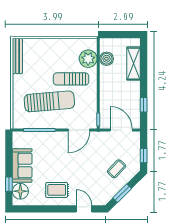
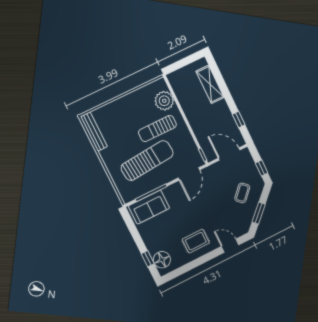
boiler: (107, 59) -> (182, 92), removed
sofa: (22, 166) -> (149, 207), moved, turned 90

